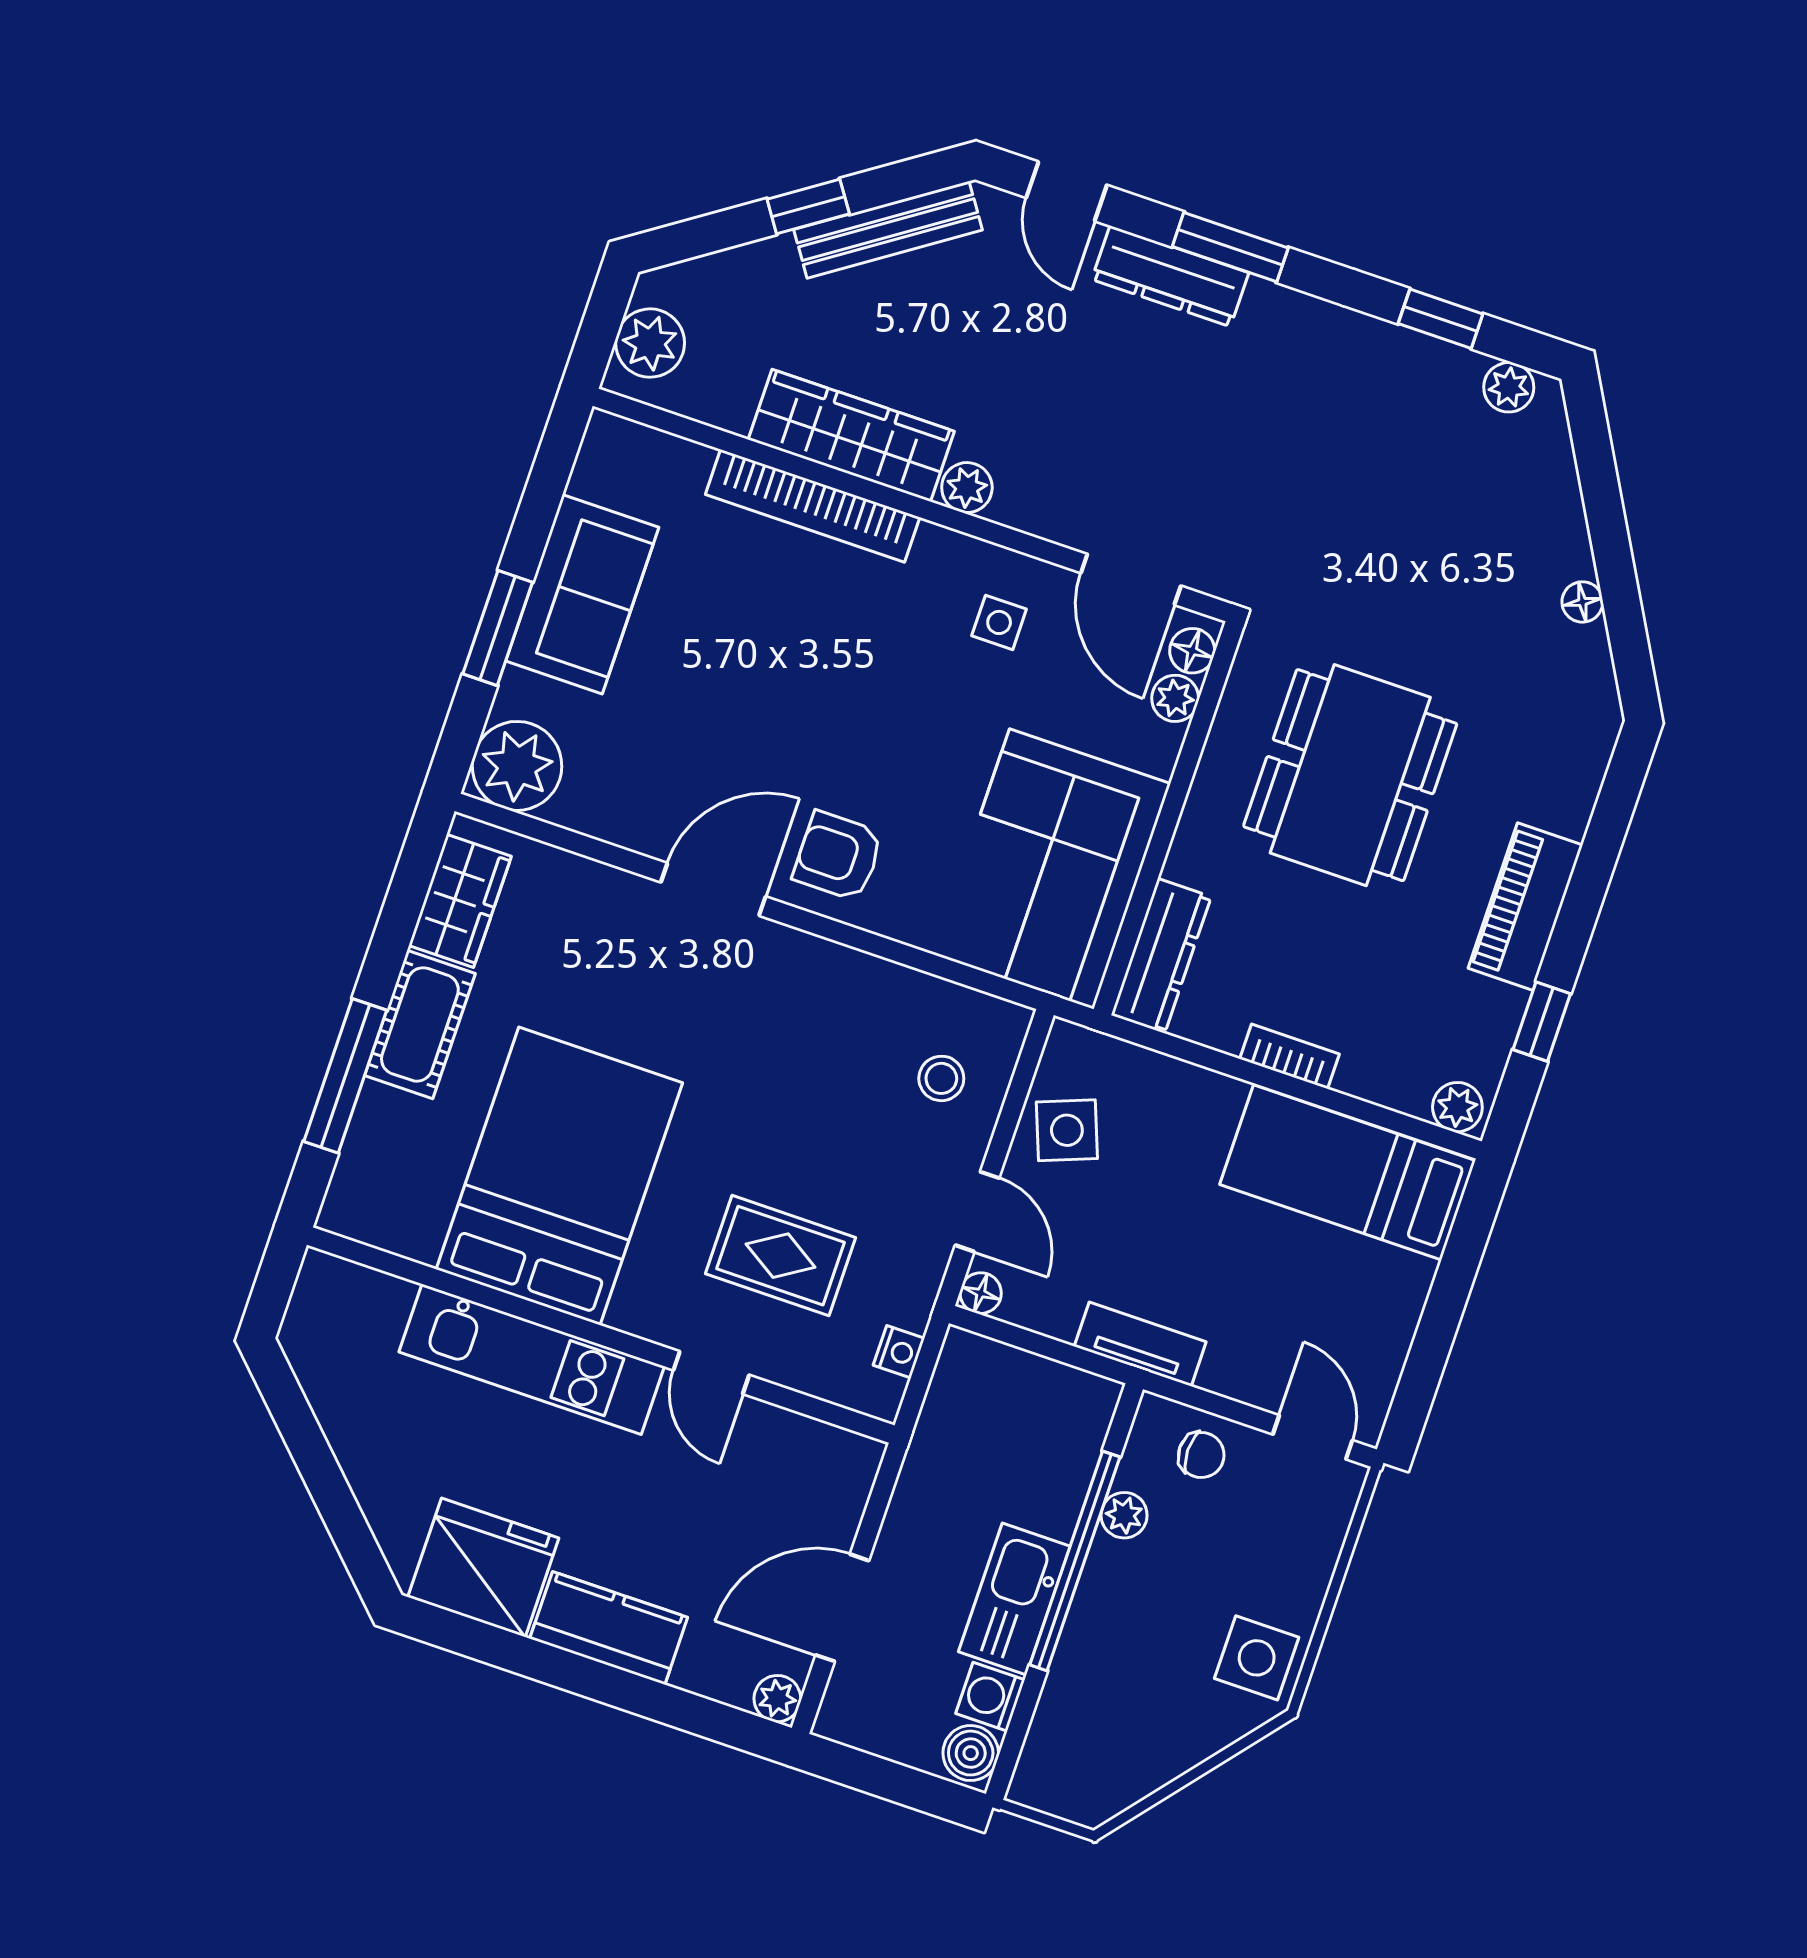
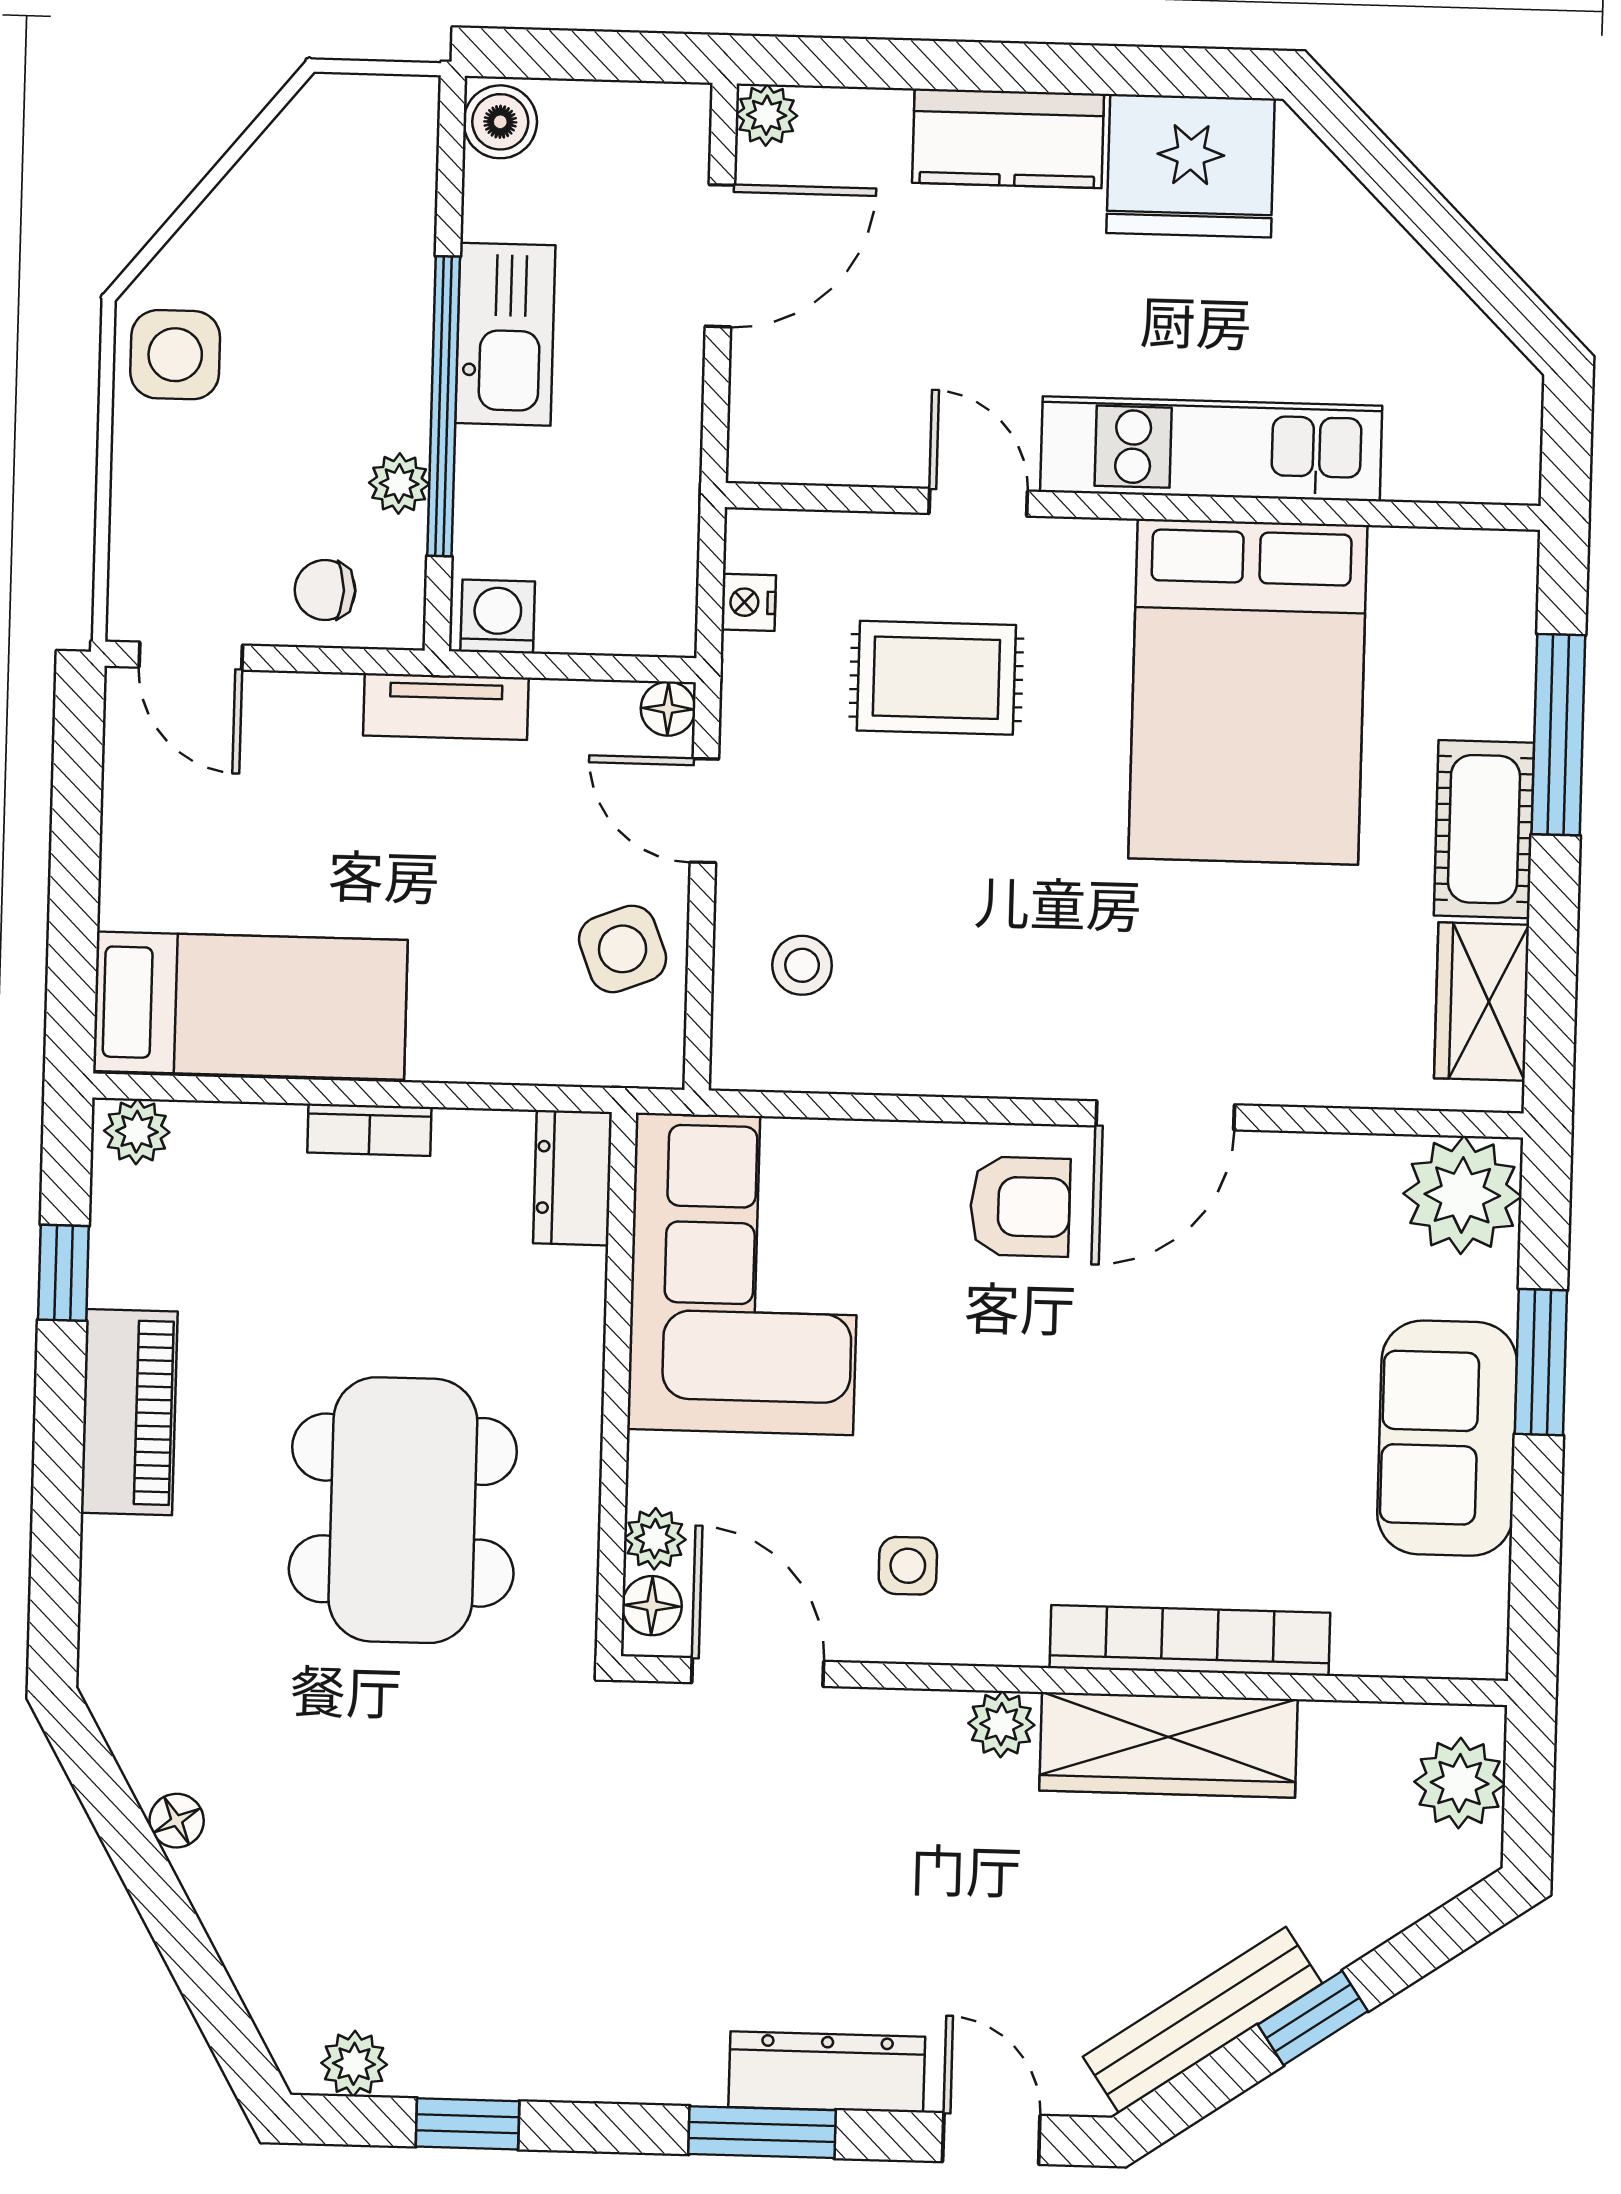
dresser: (1161, 956) -> (572, 1178), width x0.70
washing machine: (990, 1697) -> (498, 617), moved, turned -90

